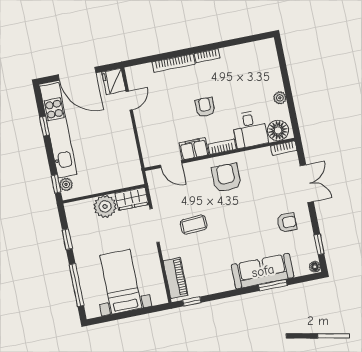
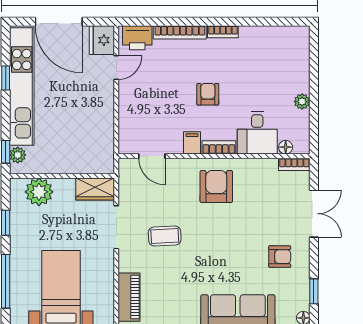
printer: (141, 74) -> (137, 38), added
floor lamp: (278, 130) -> (286, 147), width x0.53, depth x0.53
filing cabinet: (194, 149) -> (192, 143), width x0.50
plant: (105, 207) -> (39, 192), moved

